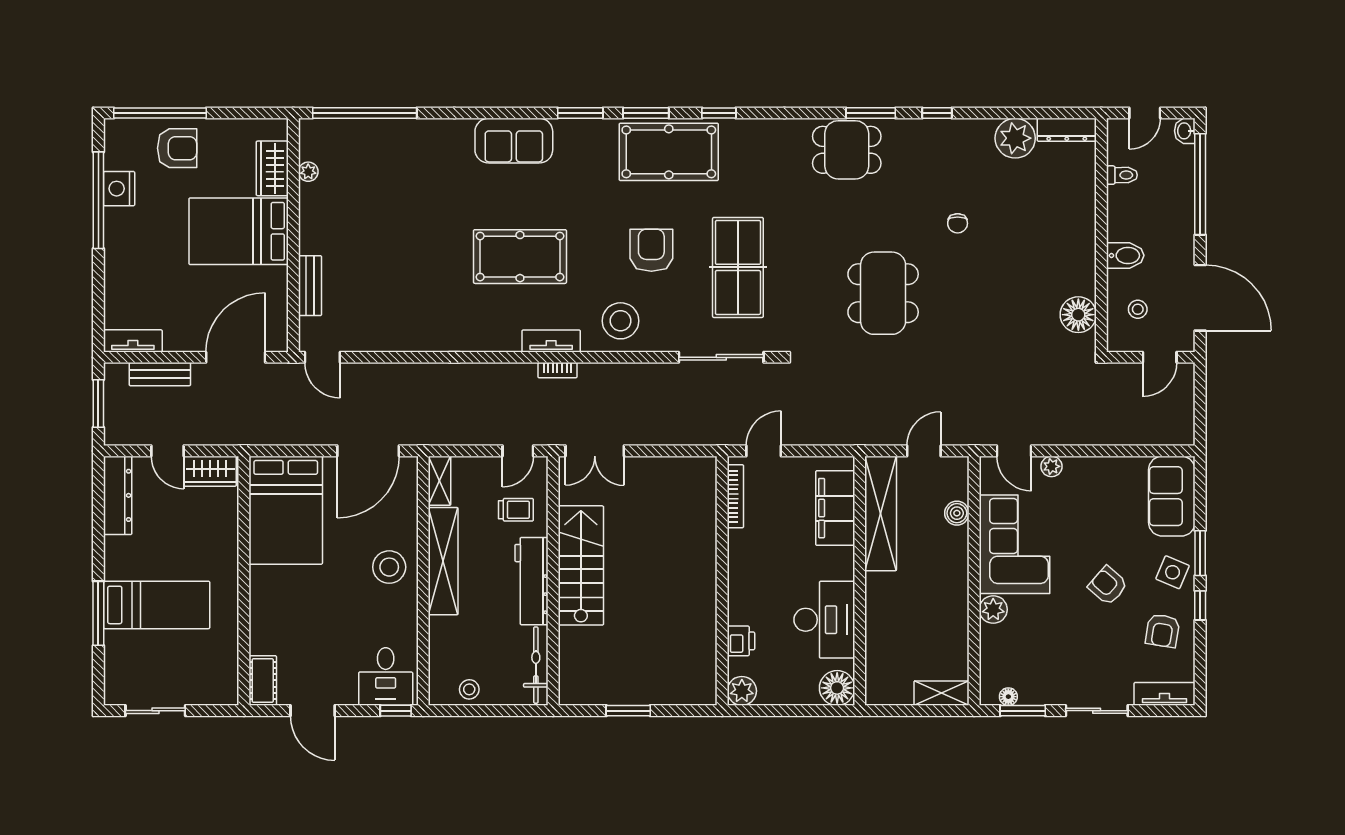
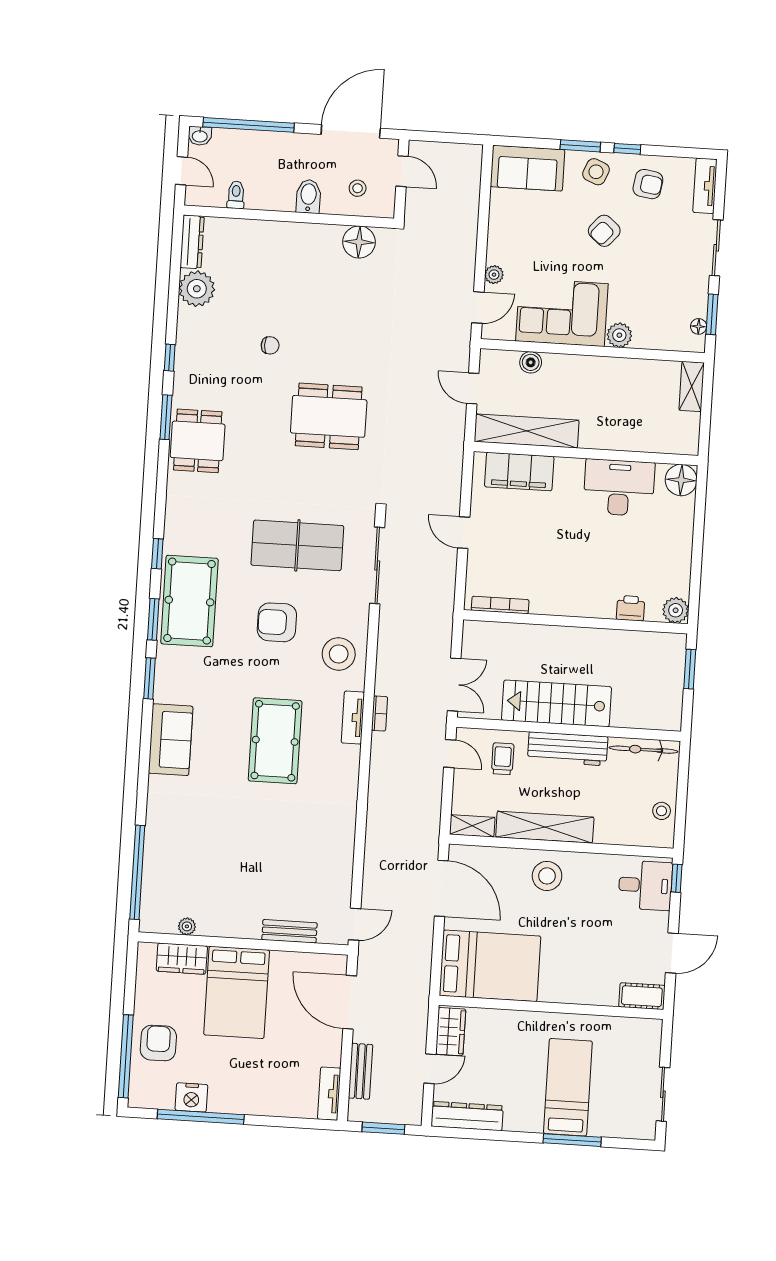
bookcase: (735, 496) -> (500, 605), moved
wall: (722, 581) -> (575, 622), moved
printer: (741, 641) -> (631, 608), moved
plant: (742, 691) -> (676, 610), moved

